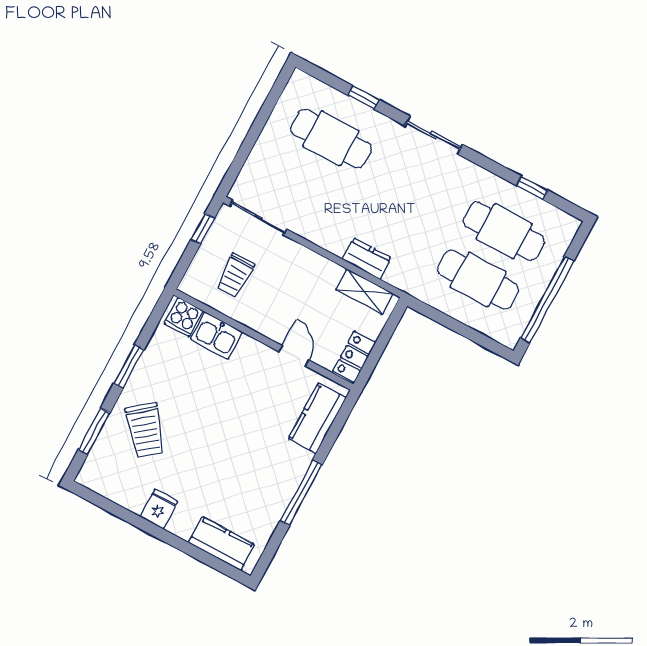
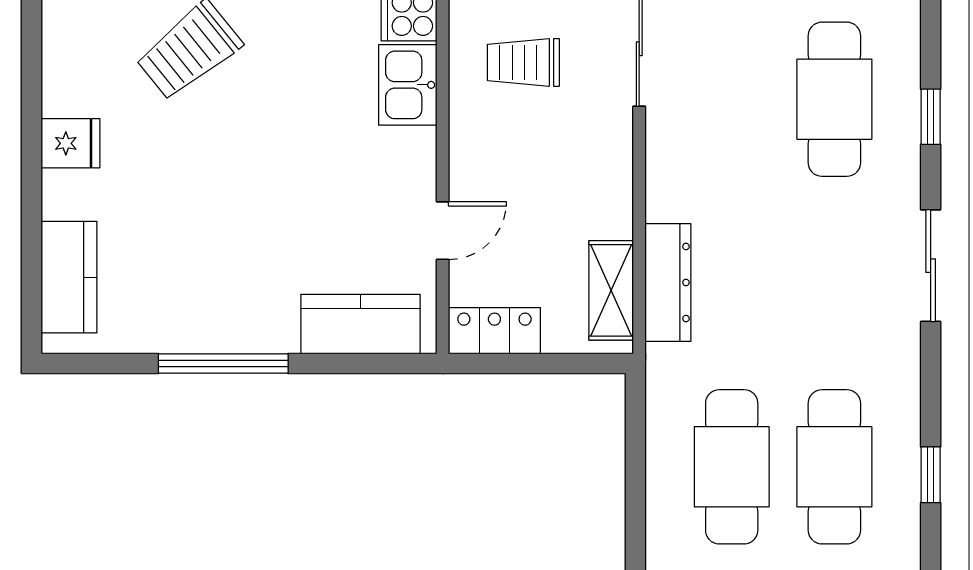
dresser: (367, 258) -> (668, 283), width x1.44

